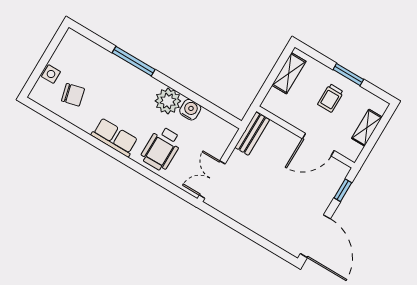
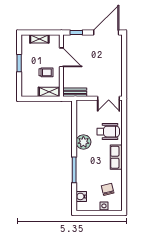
shelving: (289, 73) -> (49, 92), moved
trolley: (331, 98) -> (46, 72), moved
water cooler: (190, 110) -> (81, 196), moved

